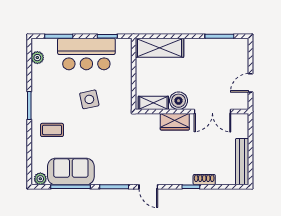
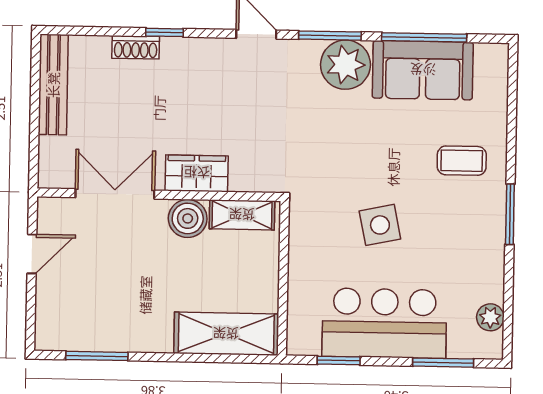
plant: (40, 179) -> (345, 65), moved, width x1.88, depth x1.88

